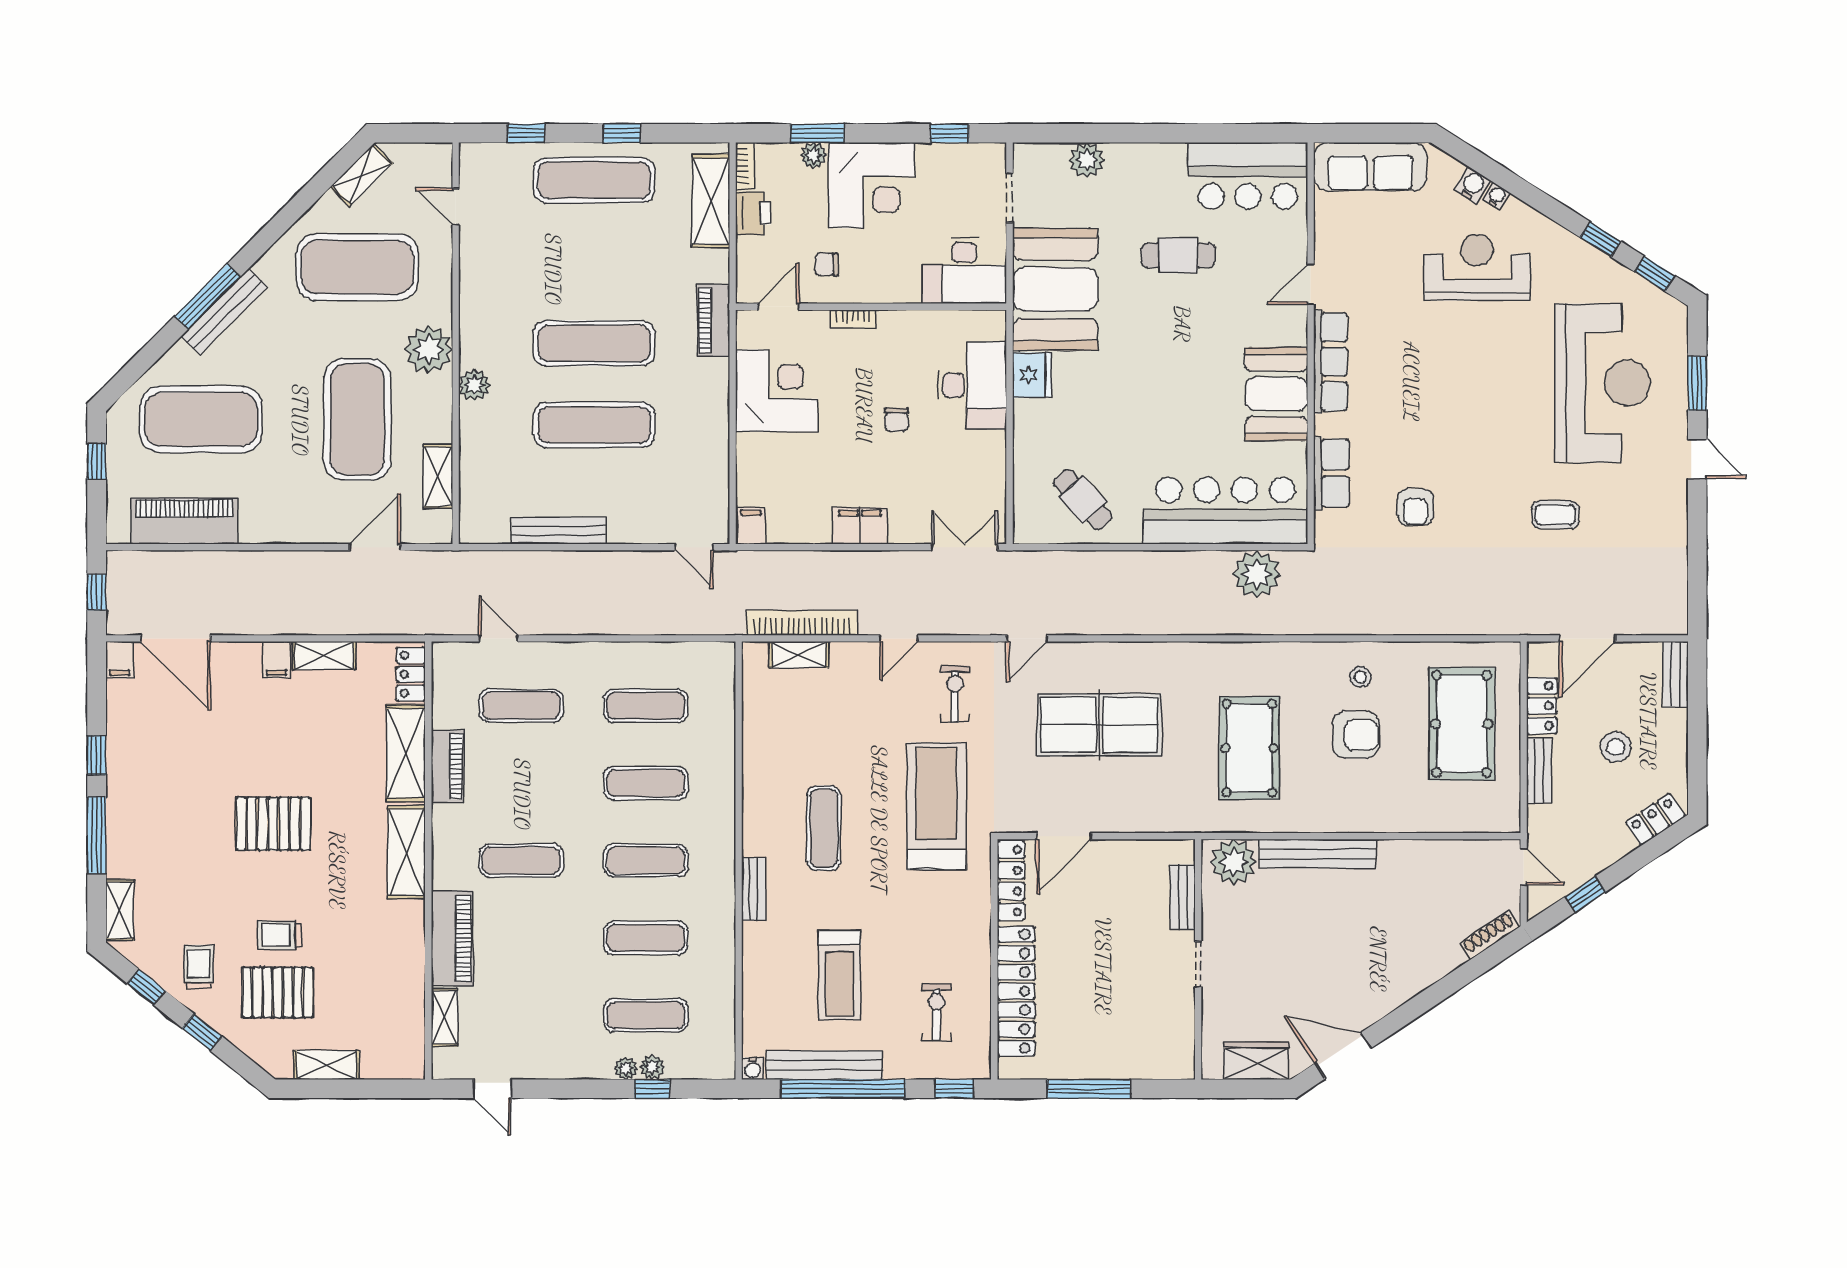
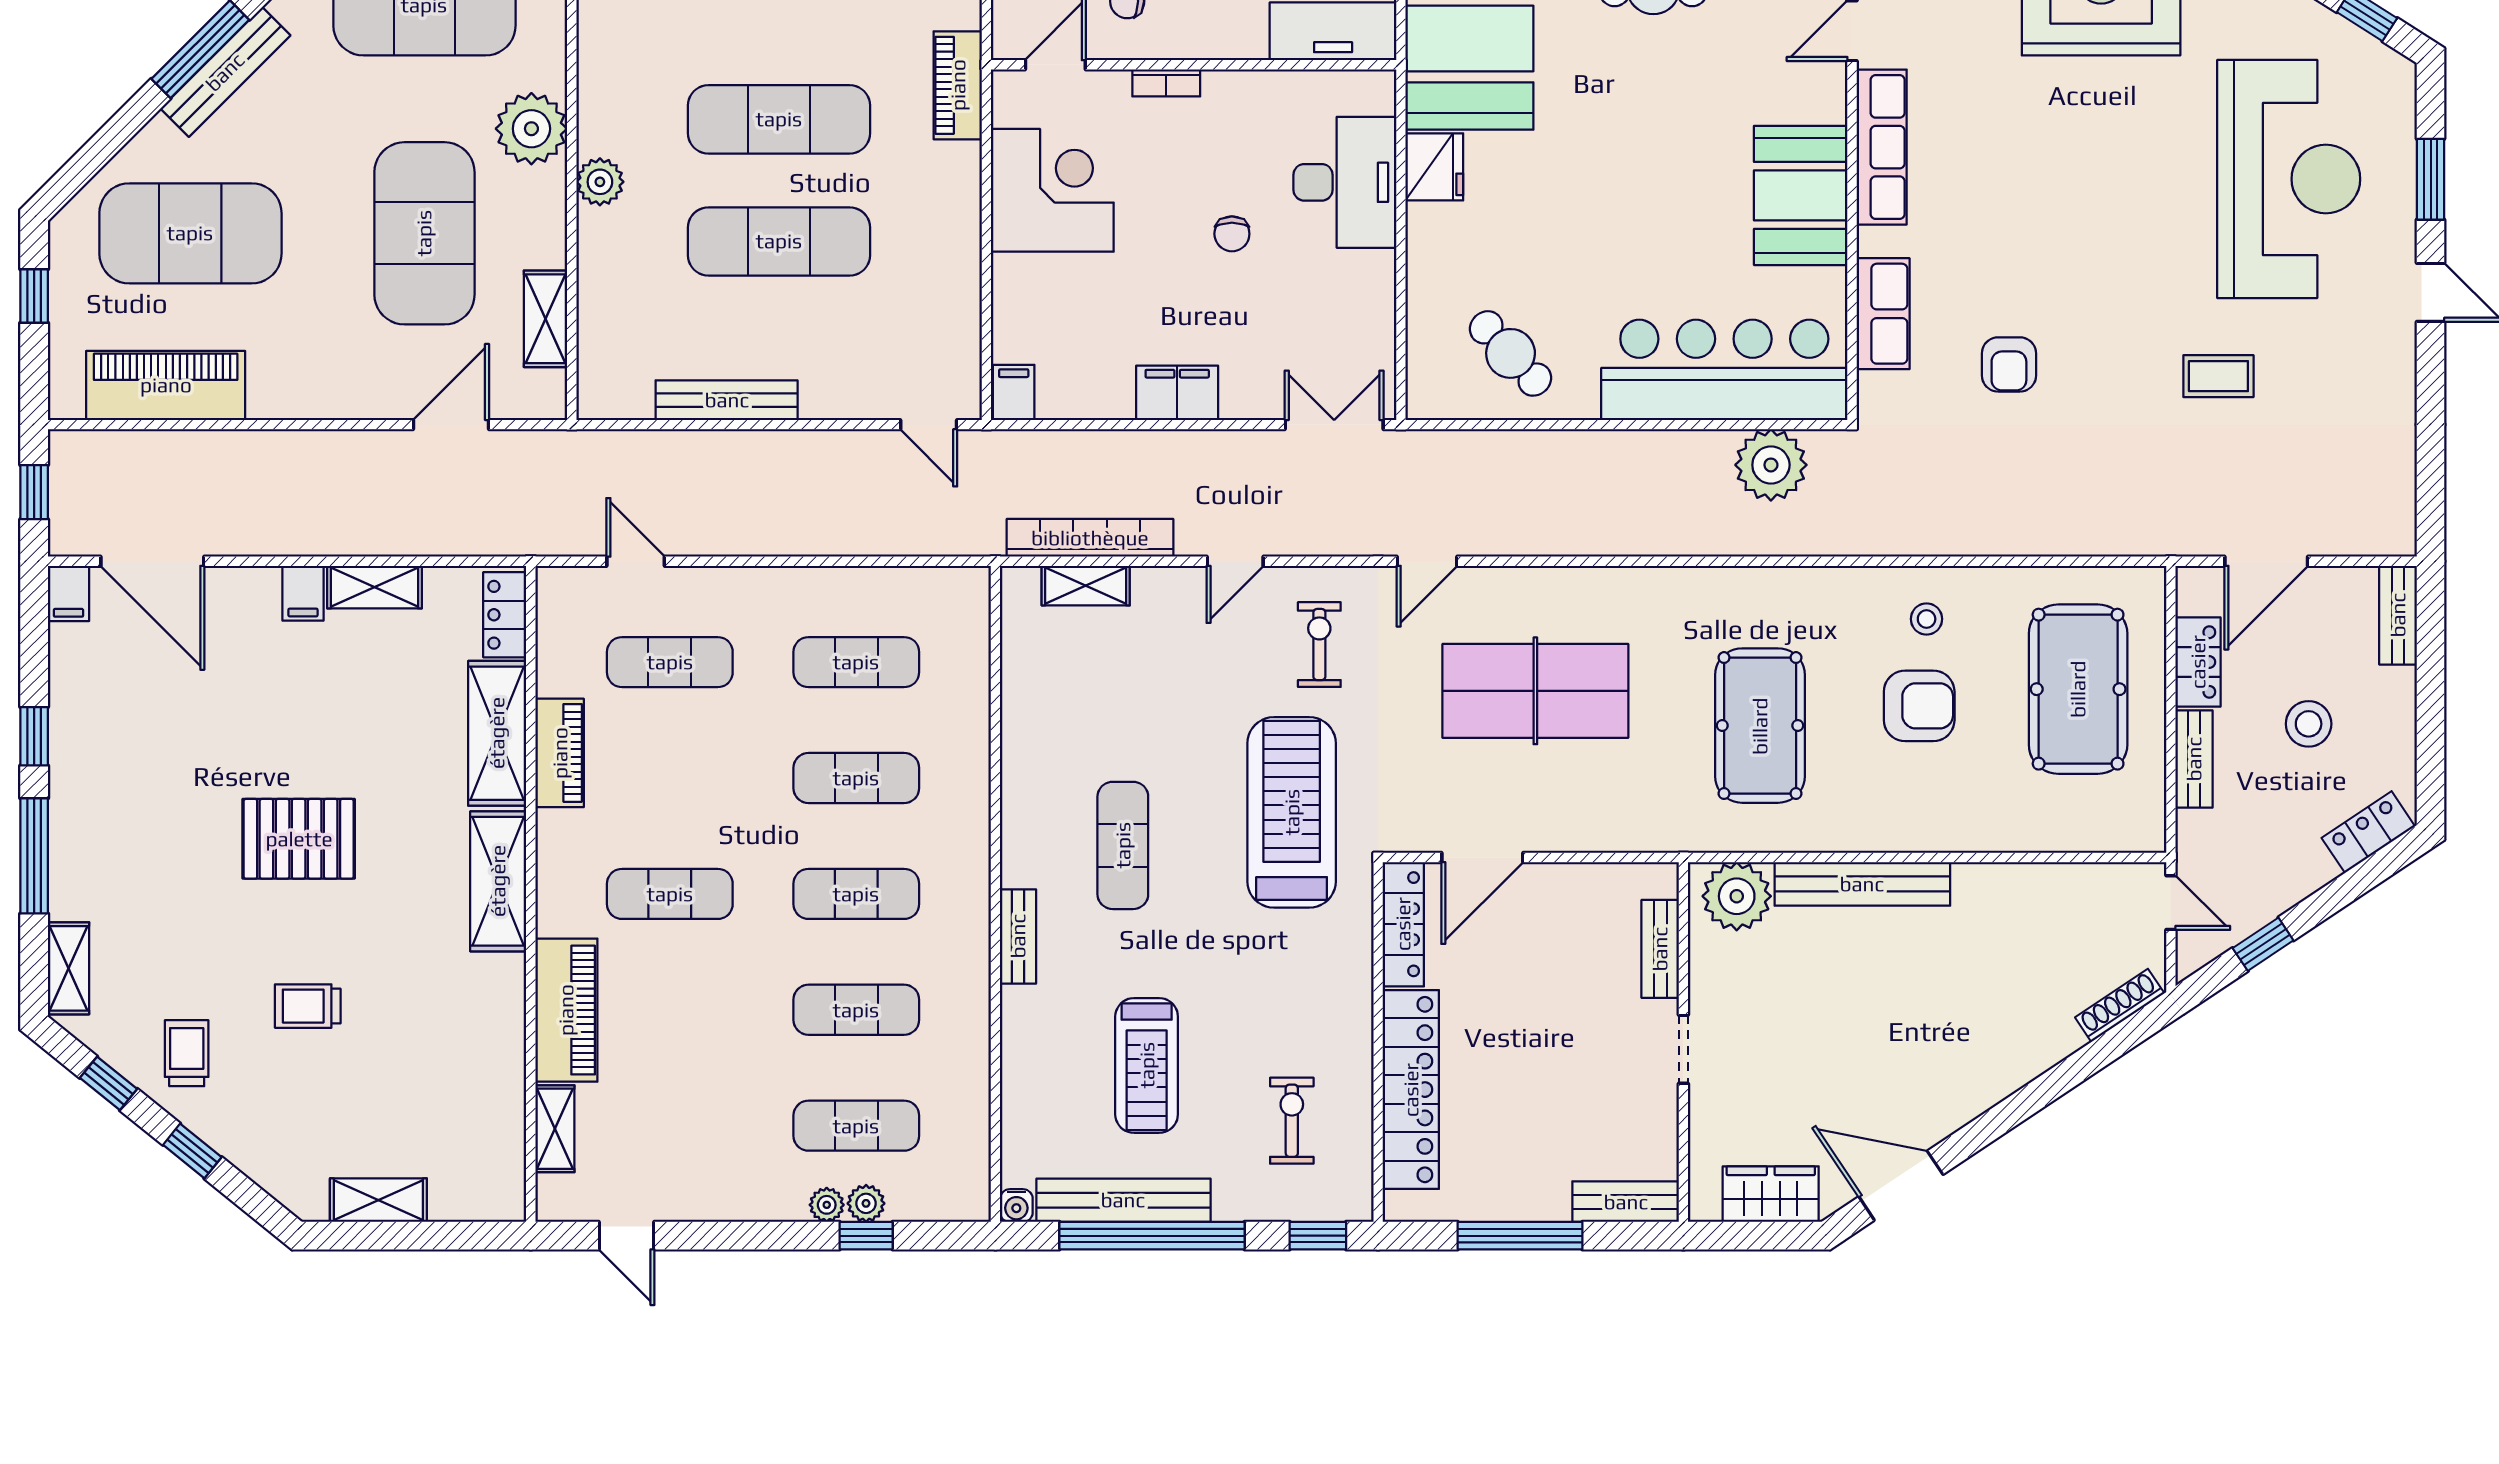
pallet: (278, 992) -> (305, 1091), removed
bench: (1159, 1066) -> (1626, 1202), added

